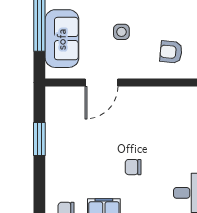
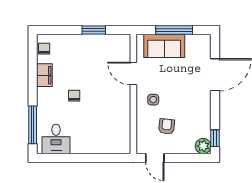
side table: (121, 32) -> (153, 100), moved
armchair: (171, 52) -> (167, 126), moved

